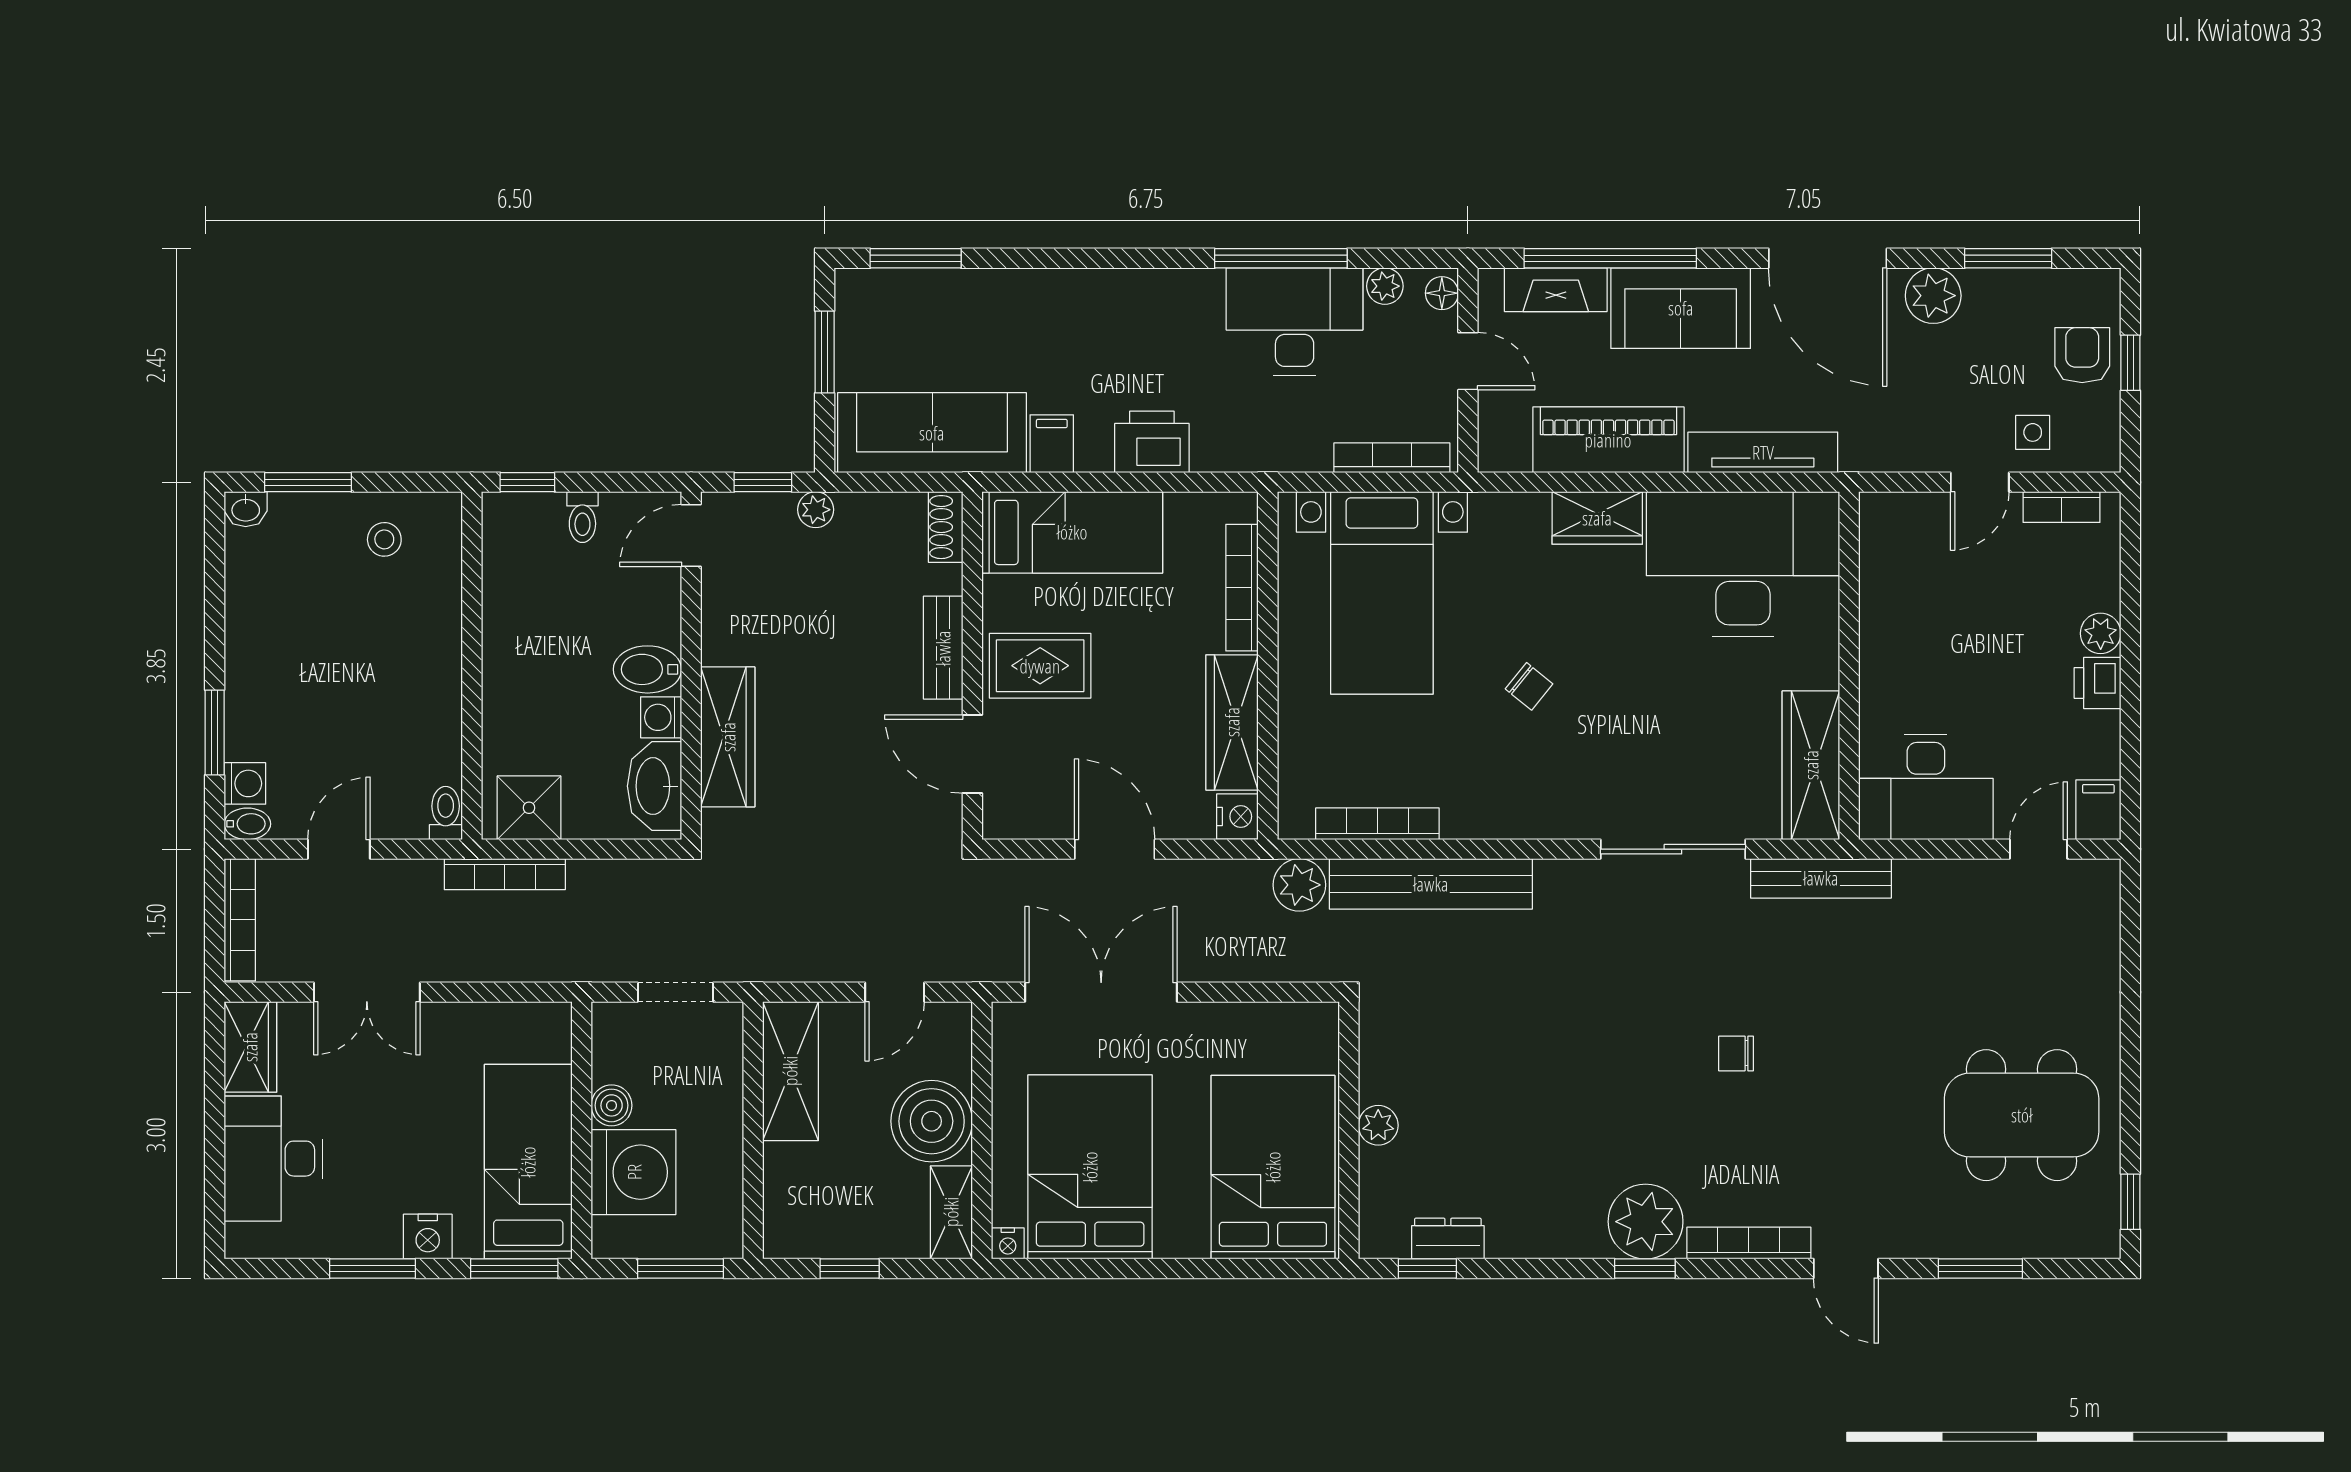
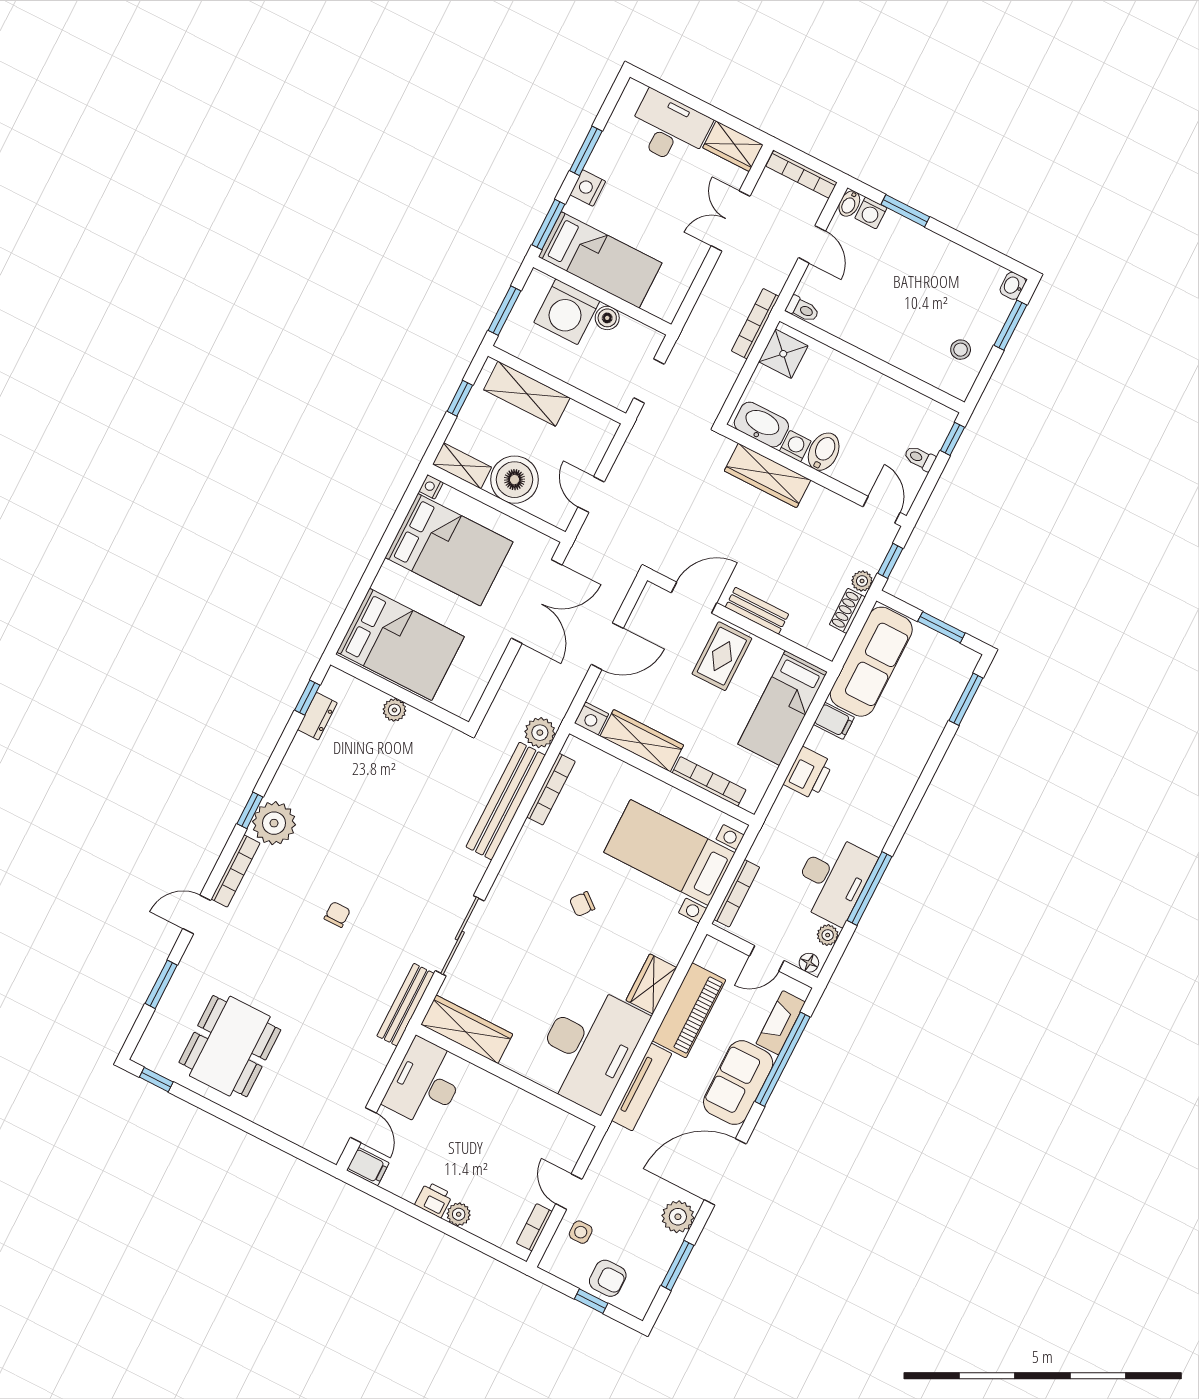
shoe rack: (946, 527) -> (847, 611), moved, turned -90
shelving: (790, 1071) -> (527, 394), moved

